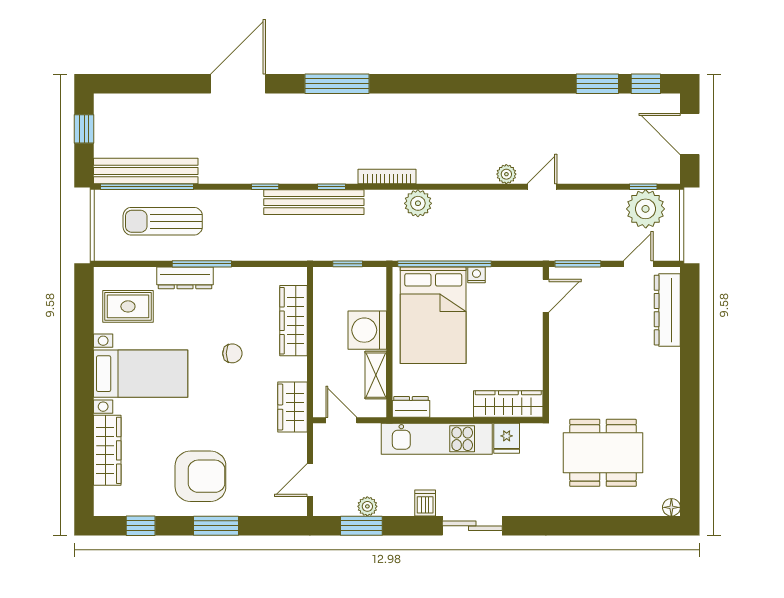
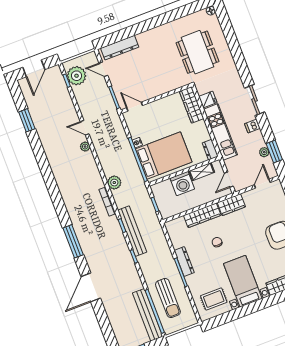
door: (238, 84) -> (91, 287), hinge flipped
window: (646, 84) -> (18, 98), removed
dresser: (185, 278) -> (184, 262), moved
rug: (128, 306) -> (214, 299), turned 90
wardrobe: (293, 321) -> (202, 215), moved
door: (310, 480) -> (262, 184), swing flipped

